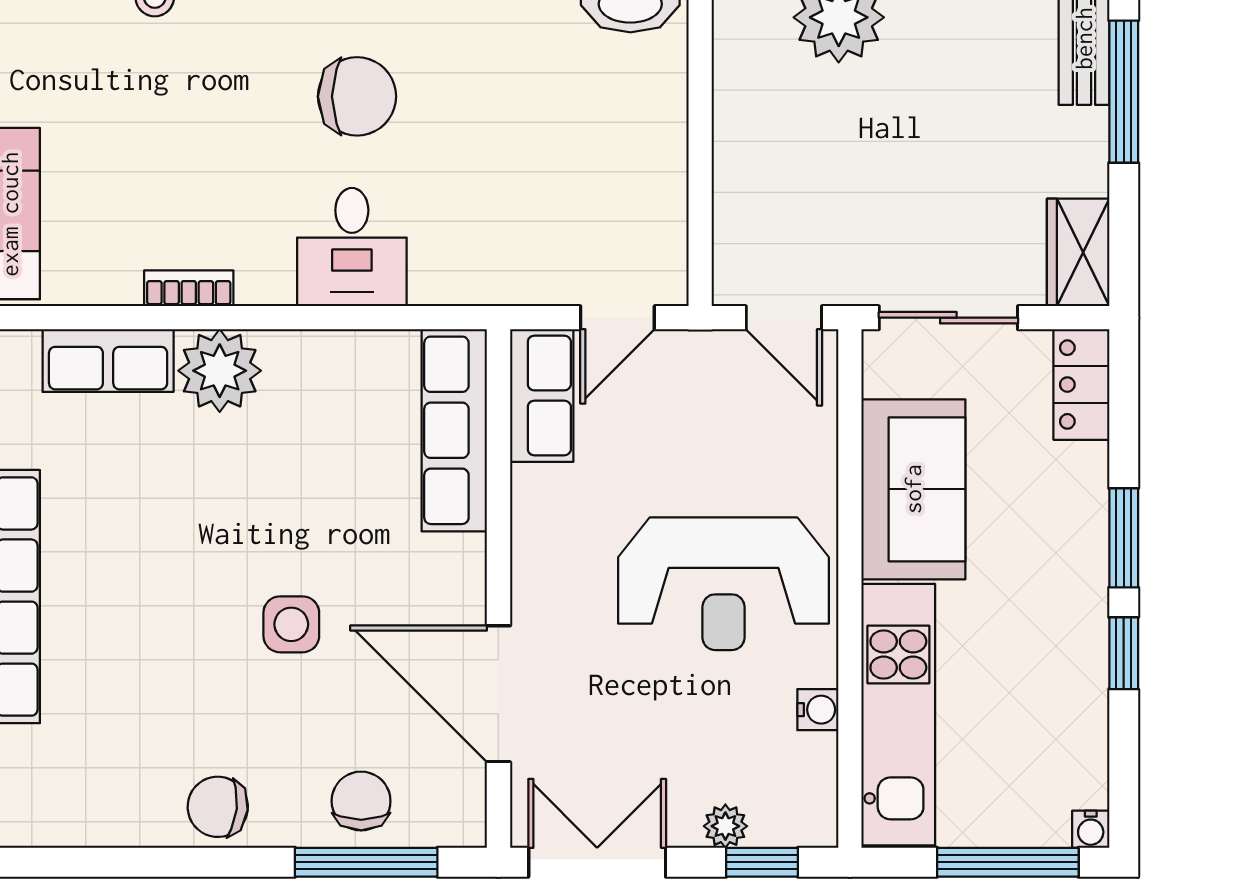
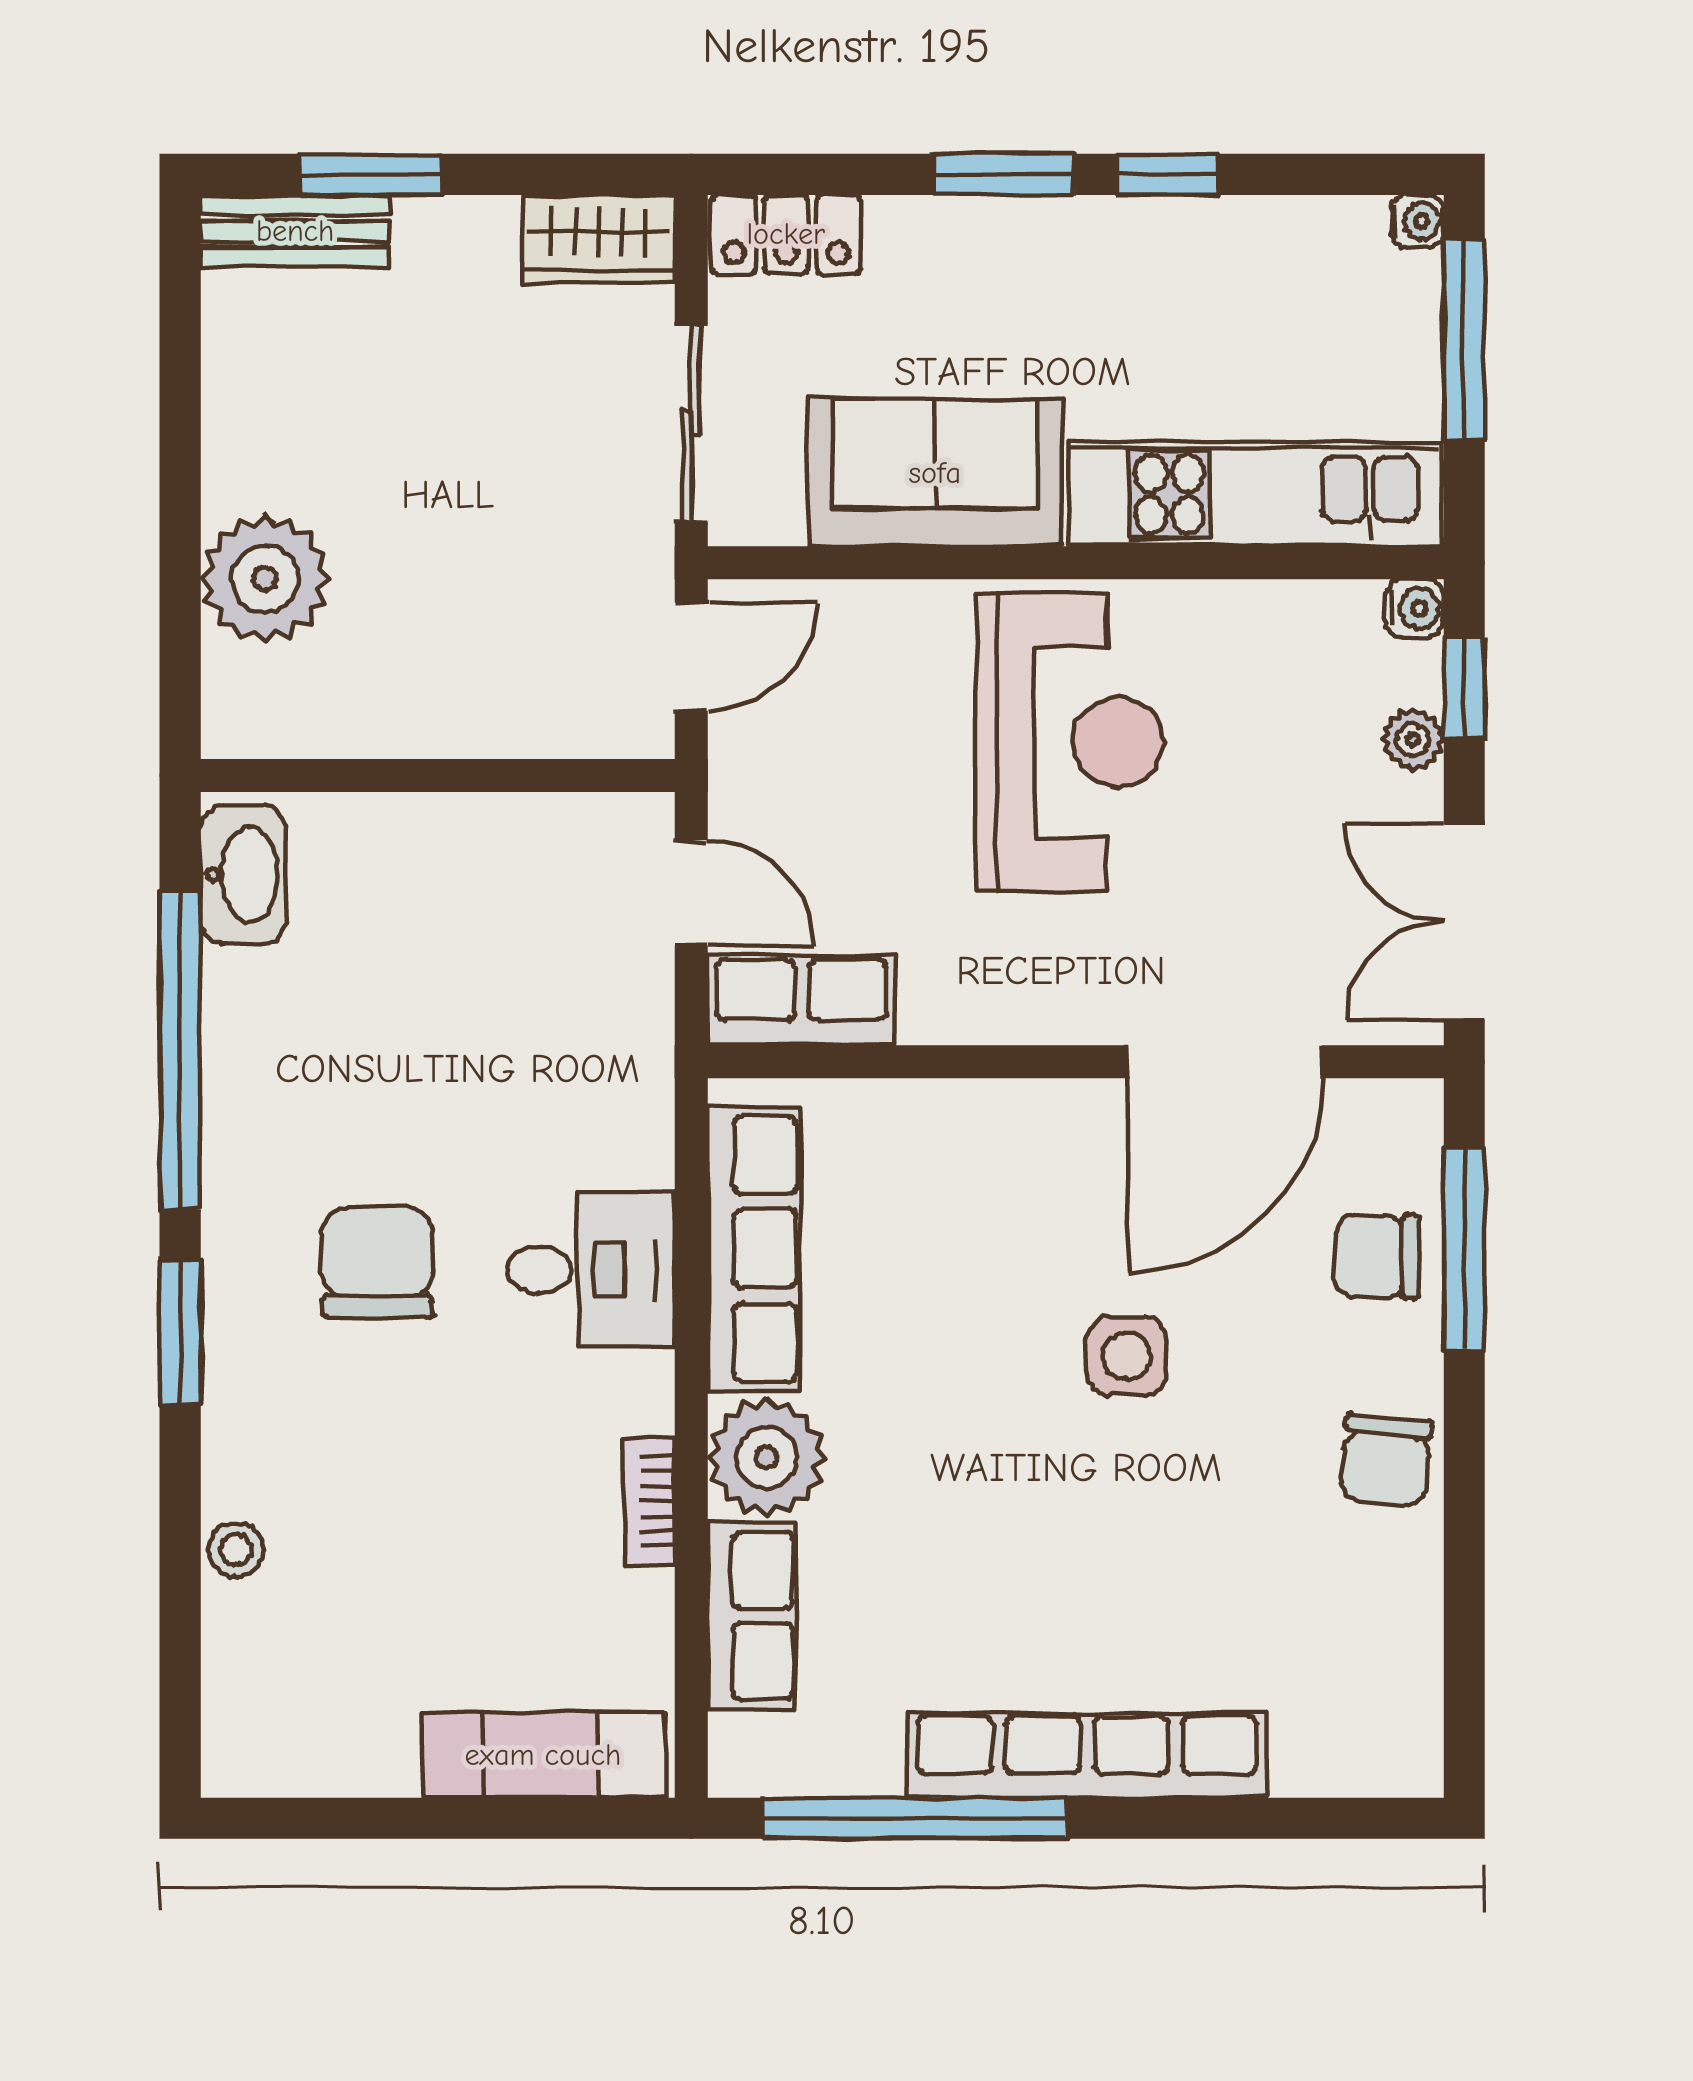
window: (1124, 92) -> (371, 174), width x0.69
row of seats: (454, 430) -> (754, 1249), moved, turned -90
water cooler: (818, 710) -> (1415, 608), moved, turned 90

